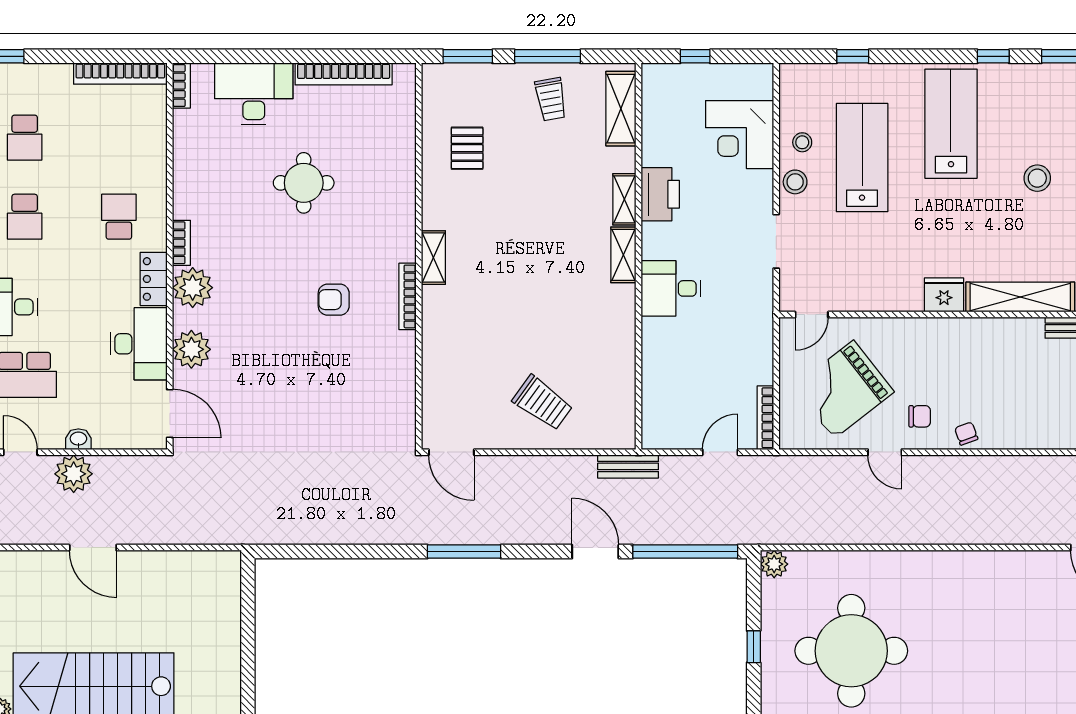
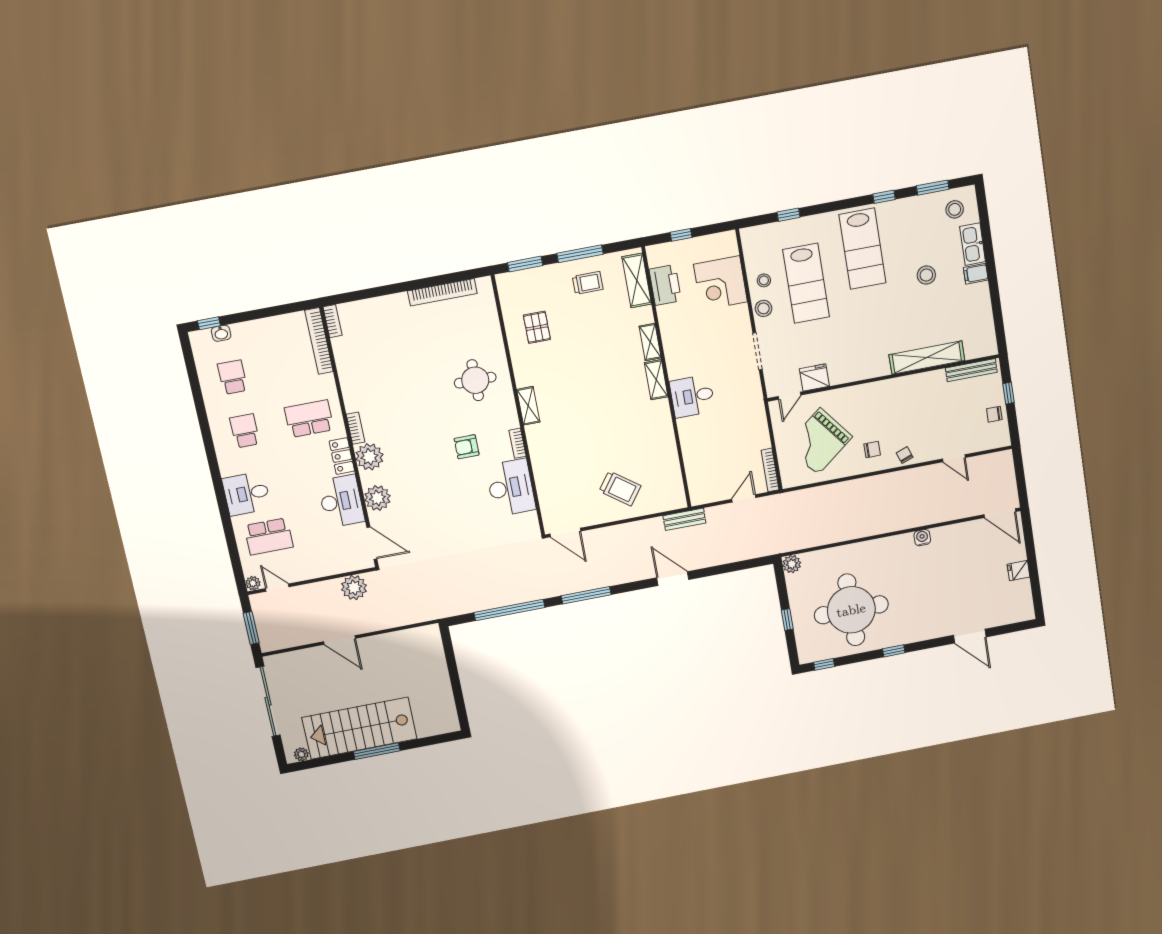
bookcase: (120, 74) -> (319, 341), moved, turned 90
desk: (254, 94) -> (511, 488), moved, turned 90
trolley: (551, 99) -> (588, 283), turned -80
lab bench: (951, 124) -> (862, 249), turned 180
school desk: (25, 138) -> (233, 377), turned 180
lab bench: (862, 158) -> (806, 283), turned 180
round table: (304, 183) -> (475, 380), moved
printer: (660, 194) -> (665, 285), moved
school desk: (25, 217) -> (245, 431), turned 180
school desk: (119, 217) -> (309, 419), width x1.85
fridge: (944, 295) -> (814, 377), moved
bookcase: (408, 296) -> (518, 443), width x0.64
washbasin: (78, 439) -> (221, 333), moved, turned 180
door: (885, 452) -> (954, 458), moved
plant: (74, 474) -> (354, 588), moved
window: (685, 552) -> (509, 610), moved
water cooler: (974, 562) -> (922, 538), added

